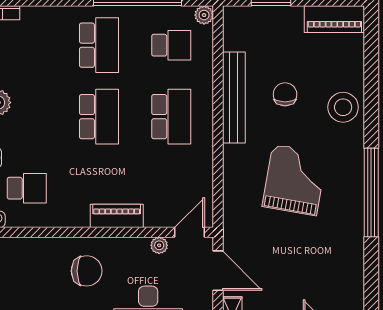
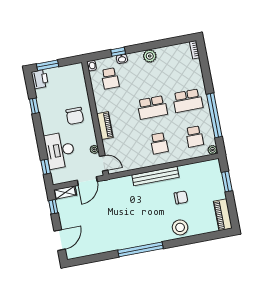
bench: (234, 98) -> (155, 176), moved
school desk: (171, 117) -> (159, 143), width x0.54
grand piano: (295, 180) -> (139, 210), removed

